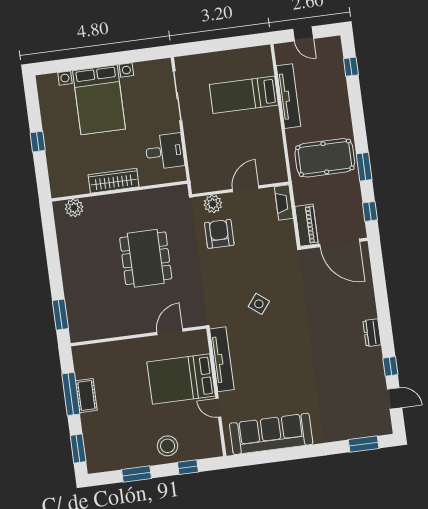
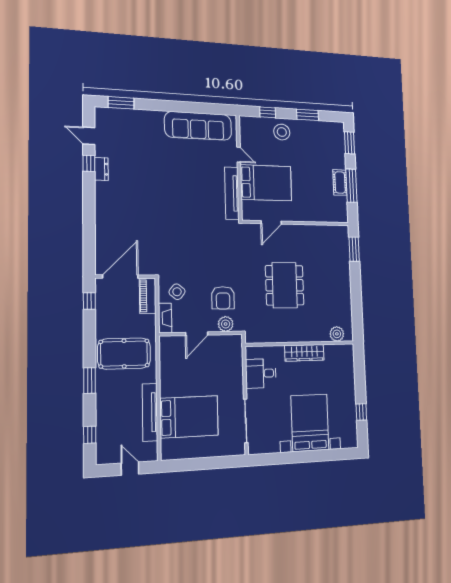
bed: (244, 95) -> (189, 417), width x1.50
window: (38, 142) -> (361, 412), moved
window: (364, 167) -> (90, 380), moved
door: (340, 243) -> (120, 277), hinge flipped
side table: (259, 304) -> (177, 292), moved
dresser: (372, 333) -> (101, 169), moved

